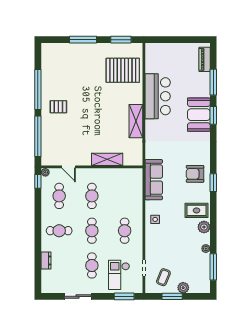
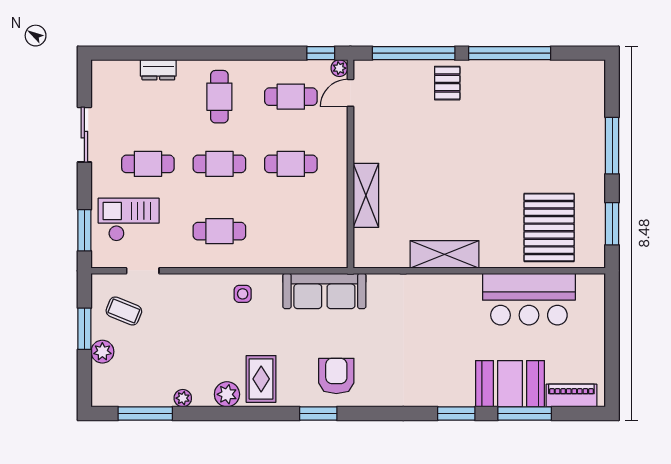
bar counter: (158, 96) -> (529, 299), moved
pallet: (58, 107) -> (447, 83), moved
booth: (199, 115) -> (510, 384), moved
door: (69, 167) -> (350, 93), moved

